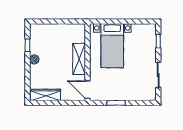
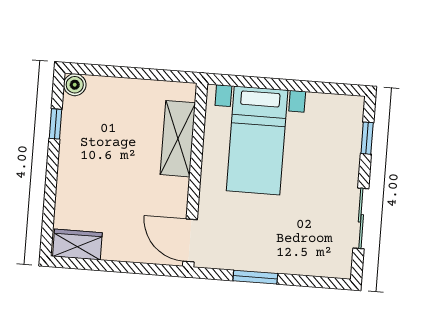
boiler: (34, 59) -> (75, 85), moved
shelving: (79, 59) -> (178, 139), moved
wardrobe: (45, 95) -> (77, 244), width x0.67

